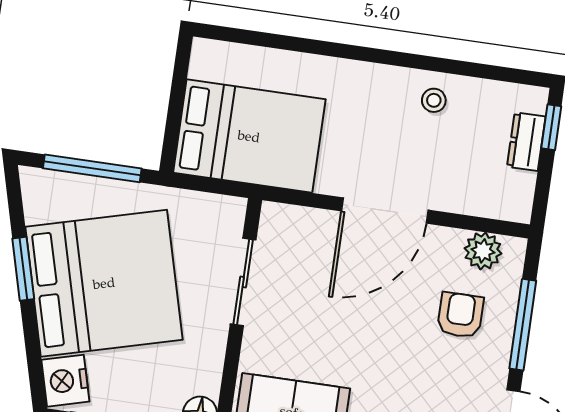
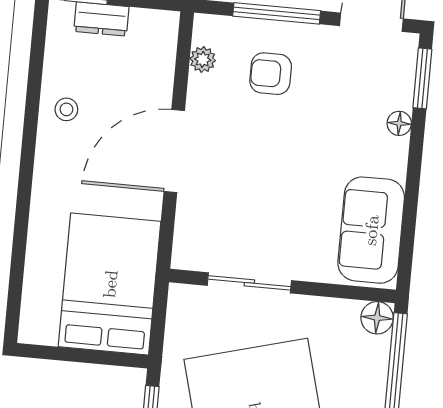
door: (385, 211) -> (174, 151), swing flipped
plant: (483, 251) -> (203, 60), width x0.73, depth x0.73

